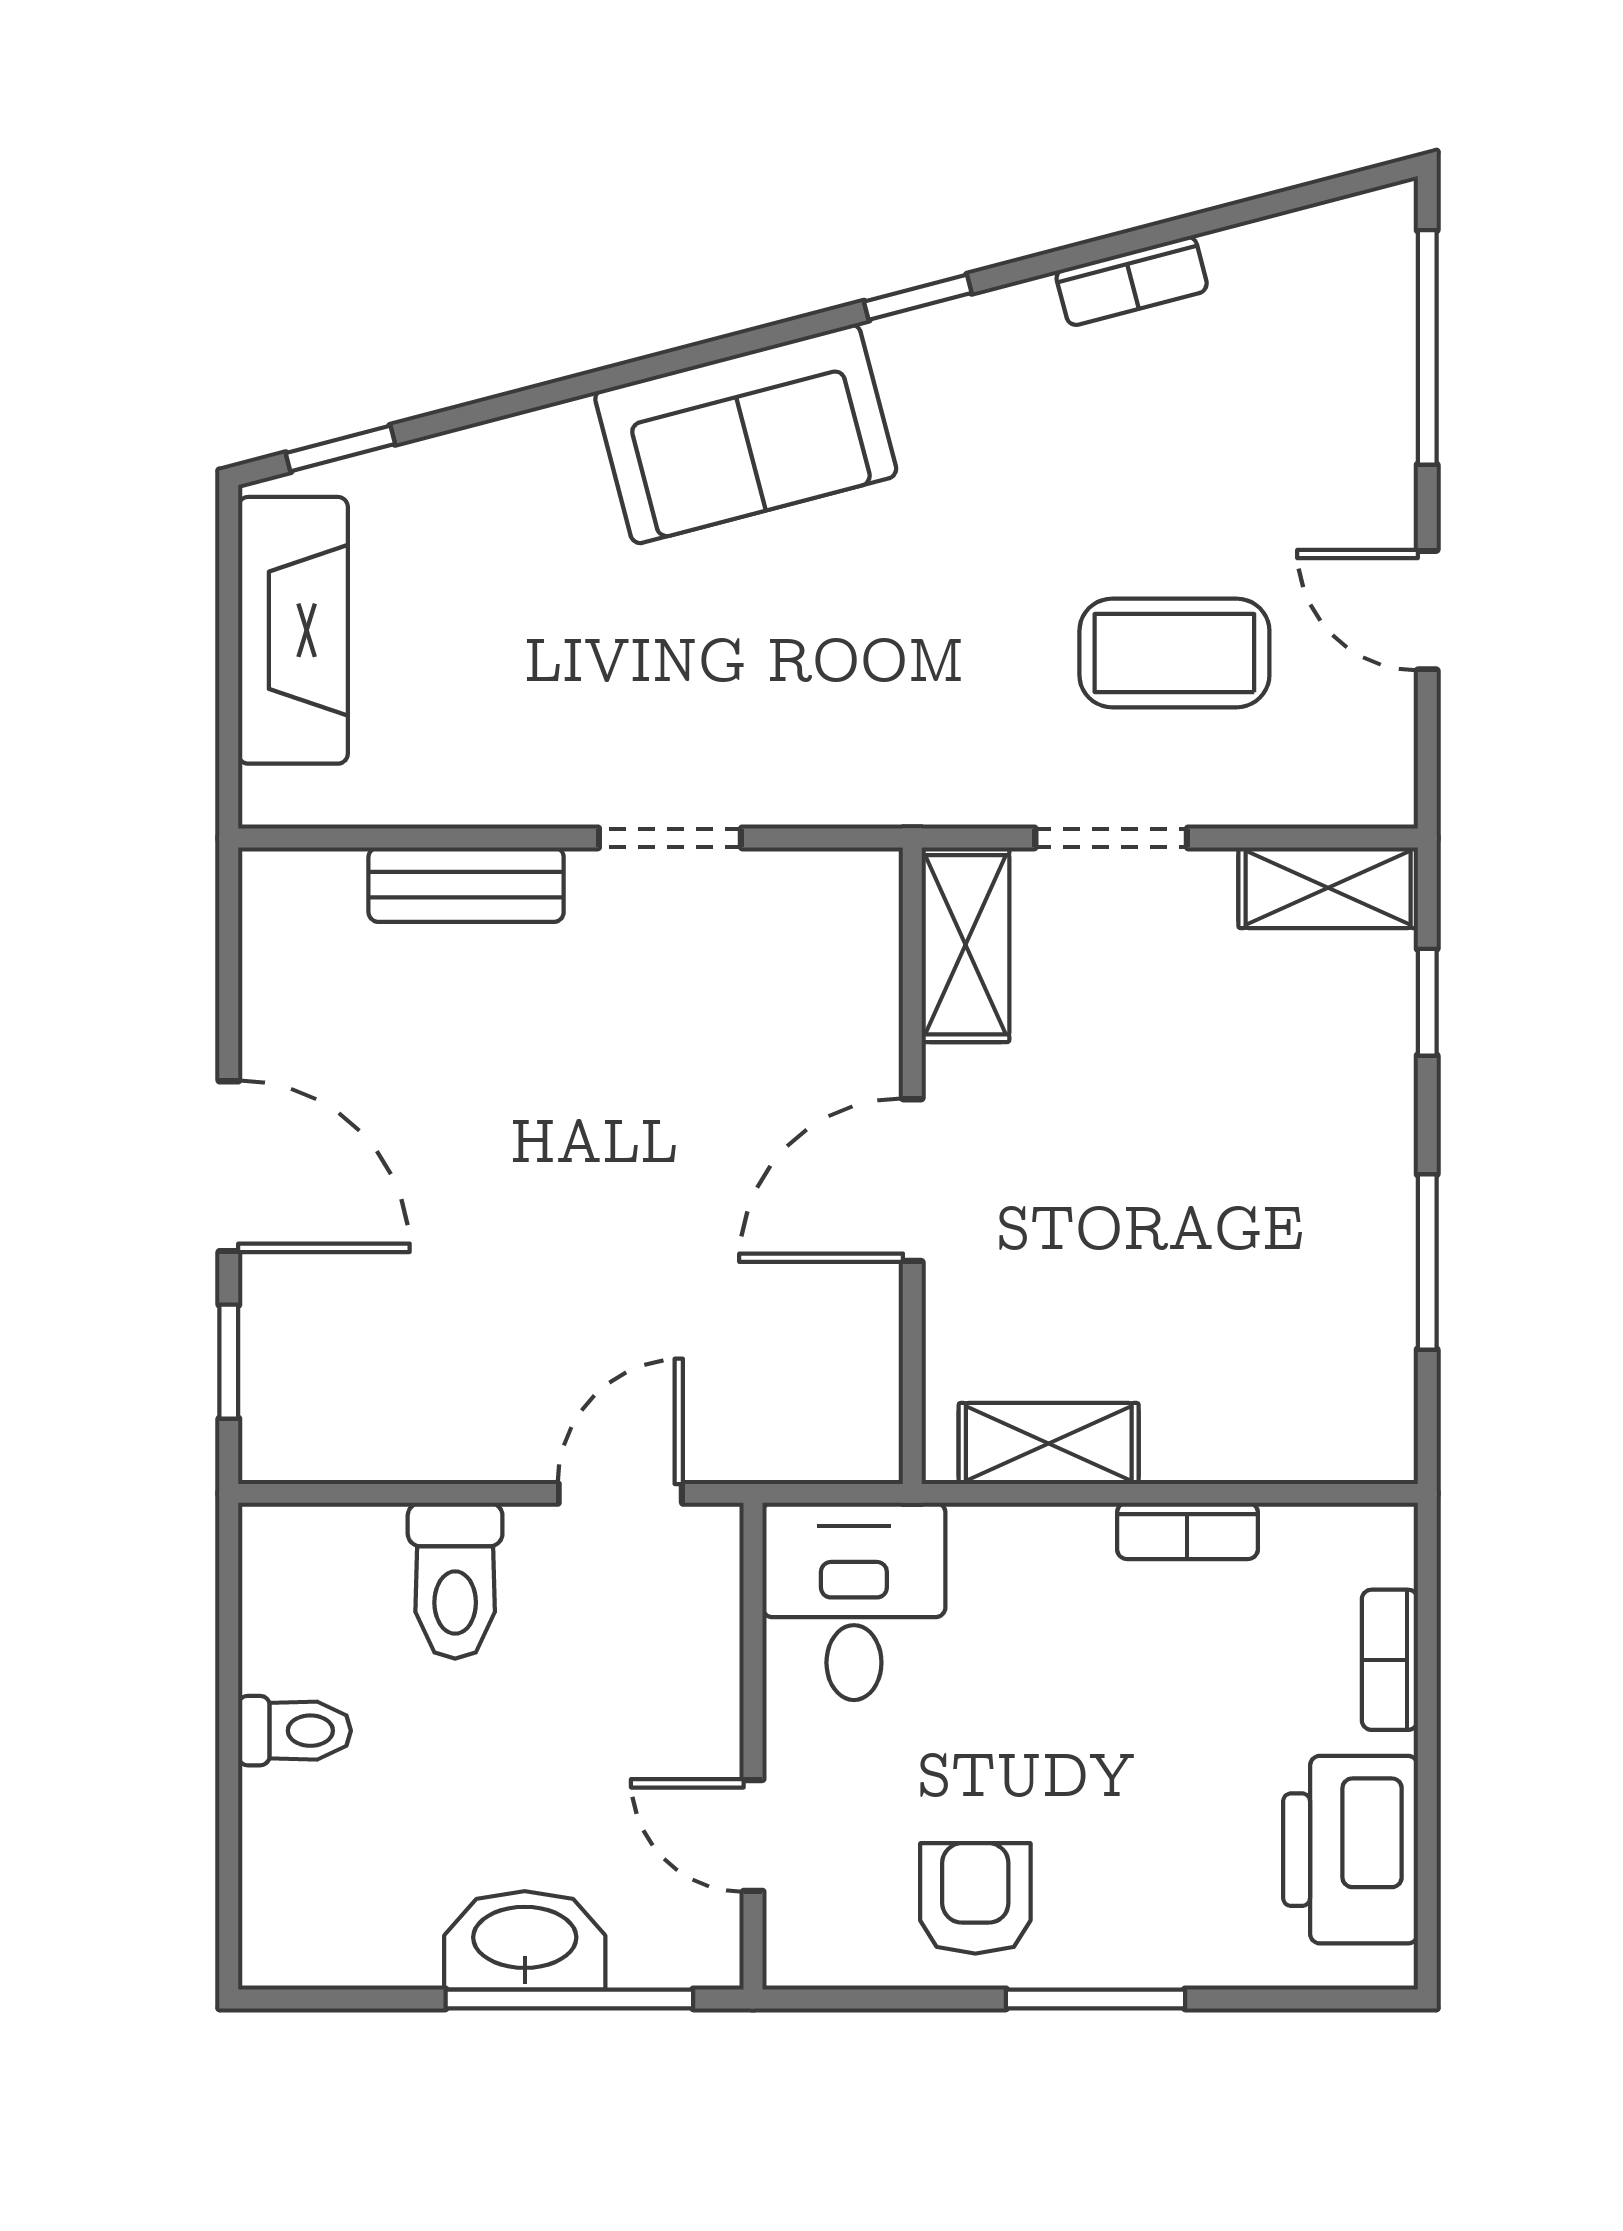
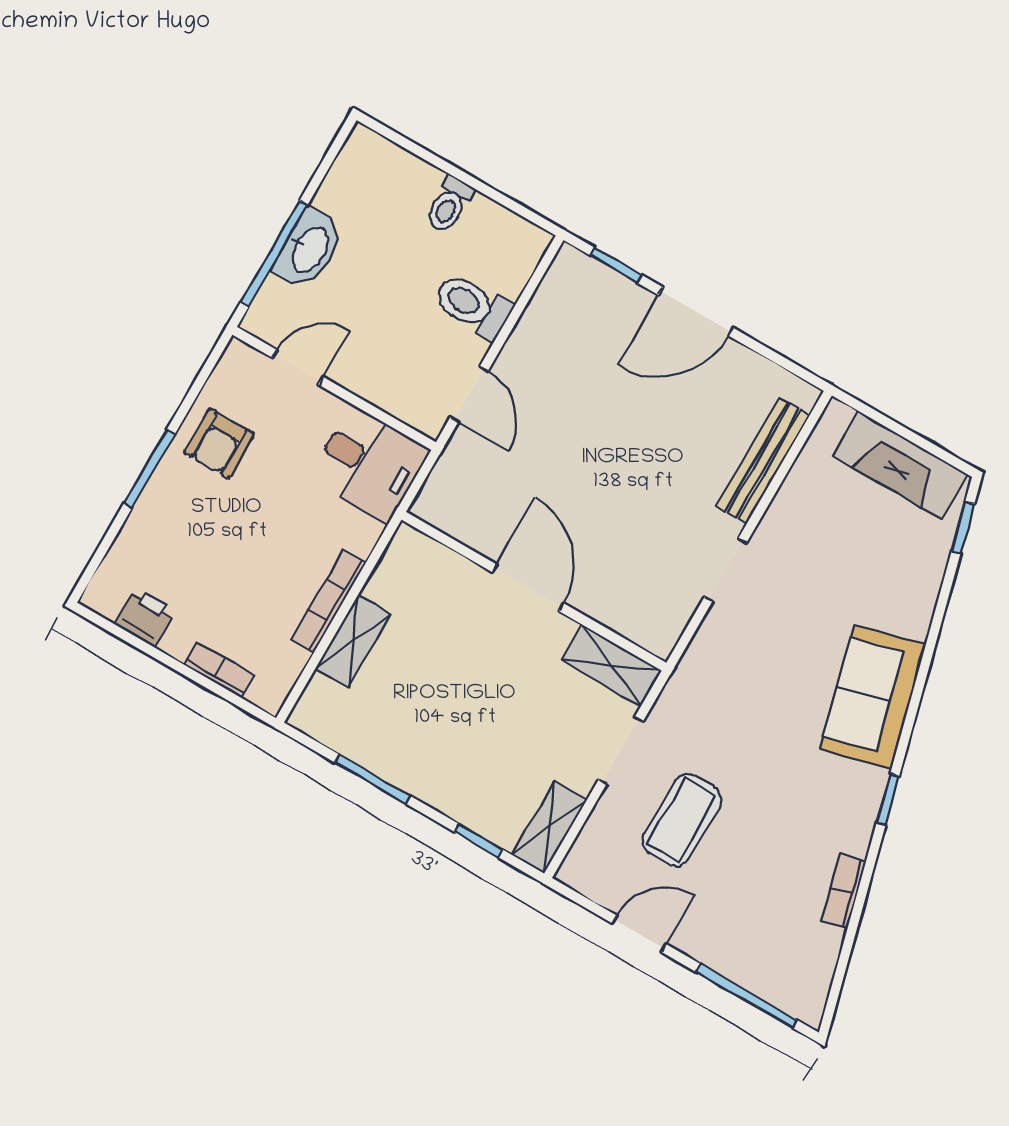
bench: (466, 885) -> (763, 461), width x1.36
shelving: (1049, 1443) -> (353, 641), moved
bookcase: (1187, 1531) -> (329, 601), width x1.56
printer: (1350, 1850) -> (145, 617), width x0.53, depth x0.68
armchair: (975, 1898) -> (219, 443), turned 90

